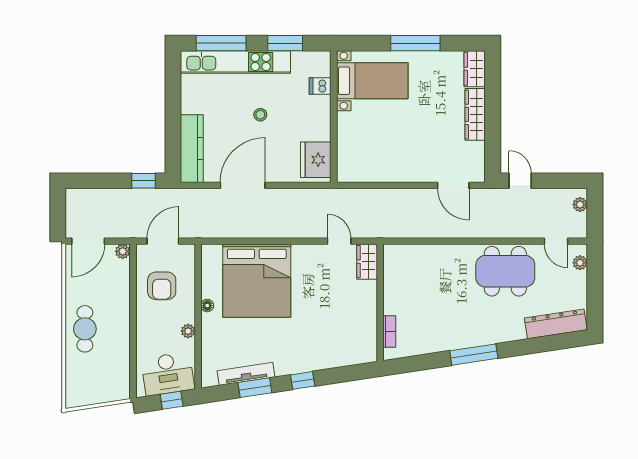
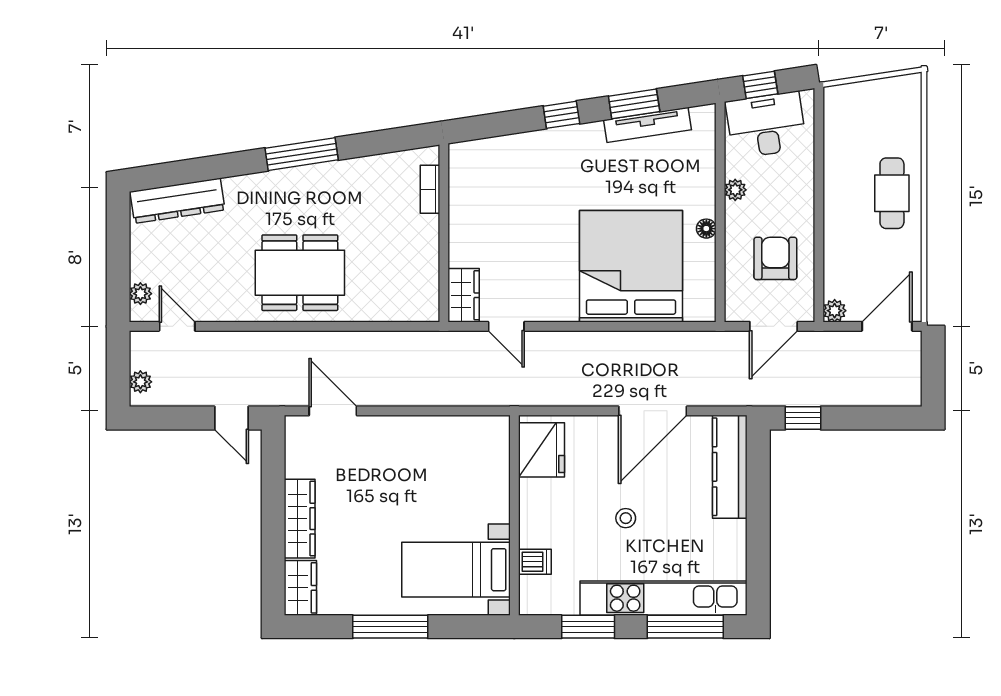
dining table: (505, 271) -> (300, 273), moved

